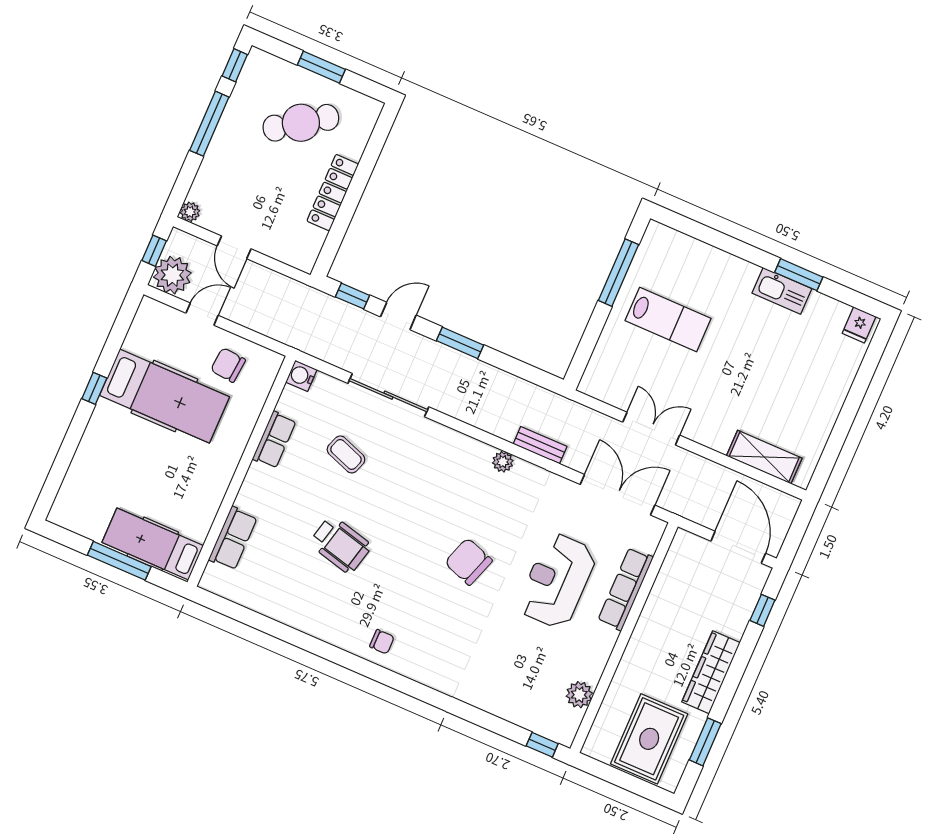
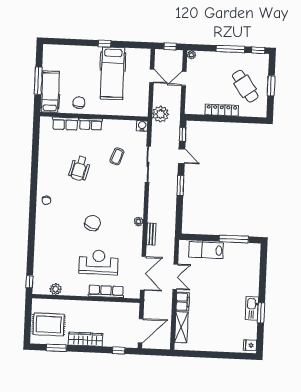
plant: (172, 275) -> (161, 114), moved
lab bench: (668, 320) -> (206, 250), moved, turned 90
chair: (228, 365) -> (79, 103), moved
filing cabinet: (711, 433) -> (183, 302), added
row of seats: (274, 440) -> (91, 124), moved

